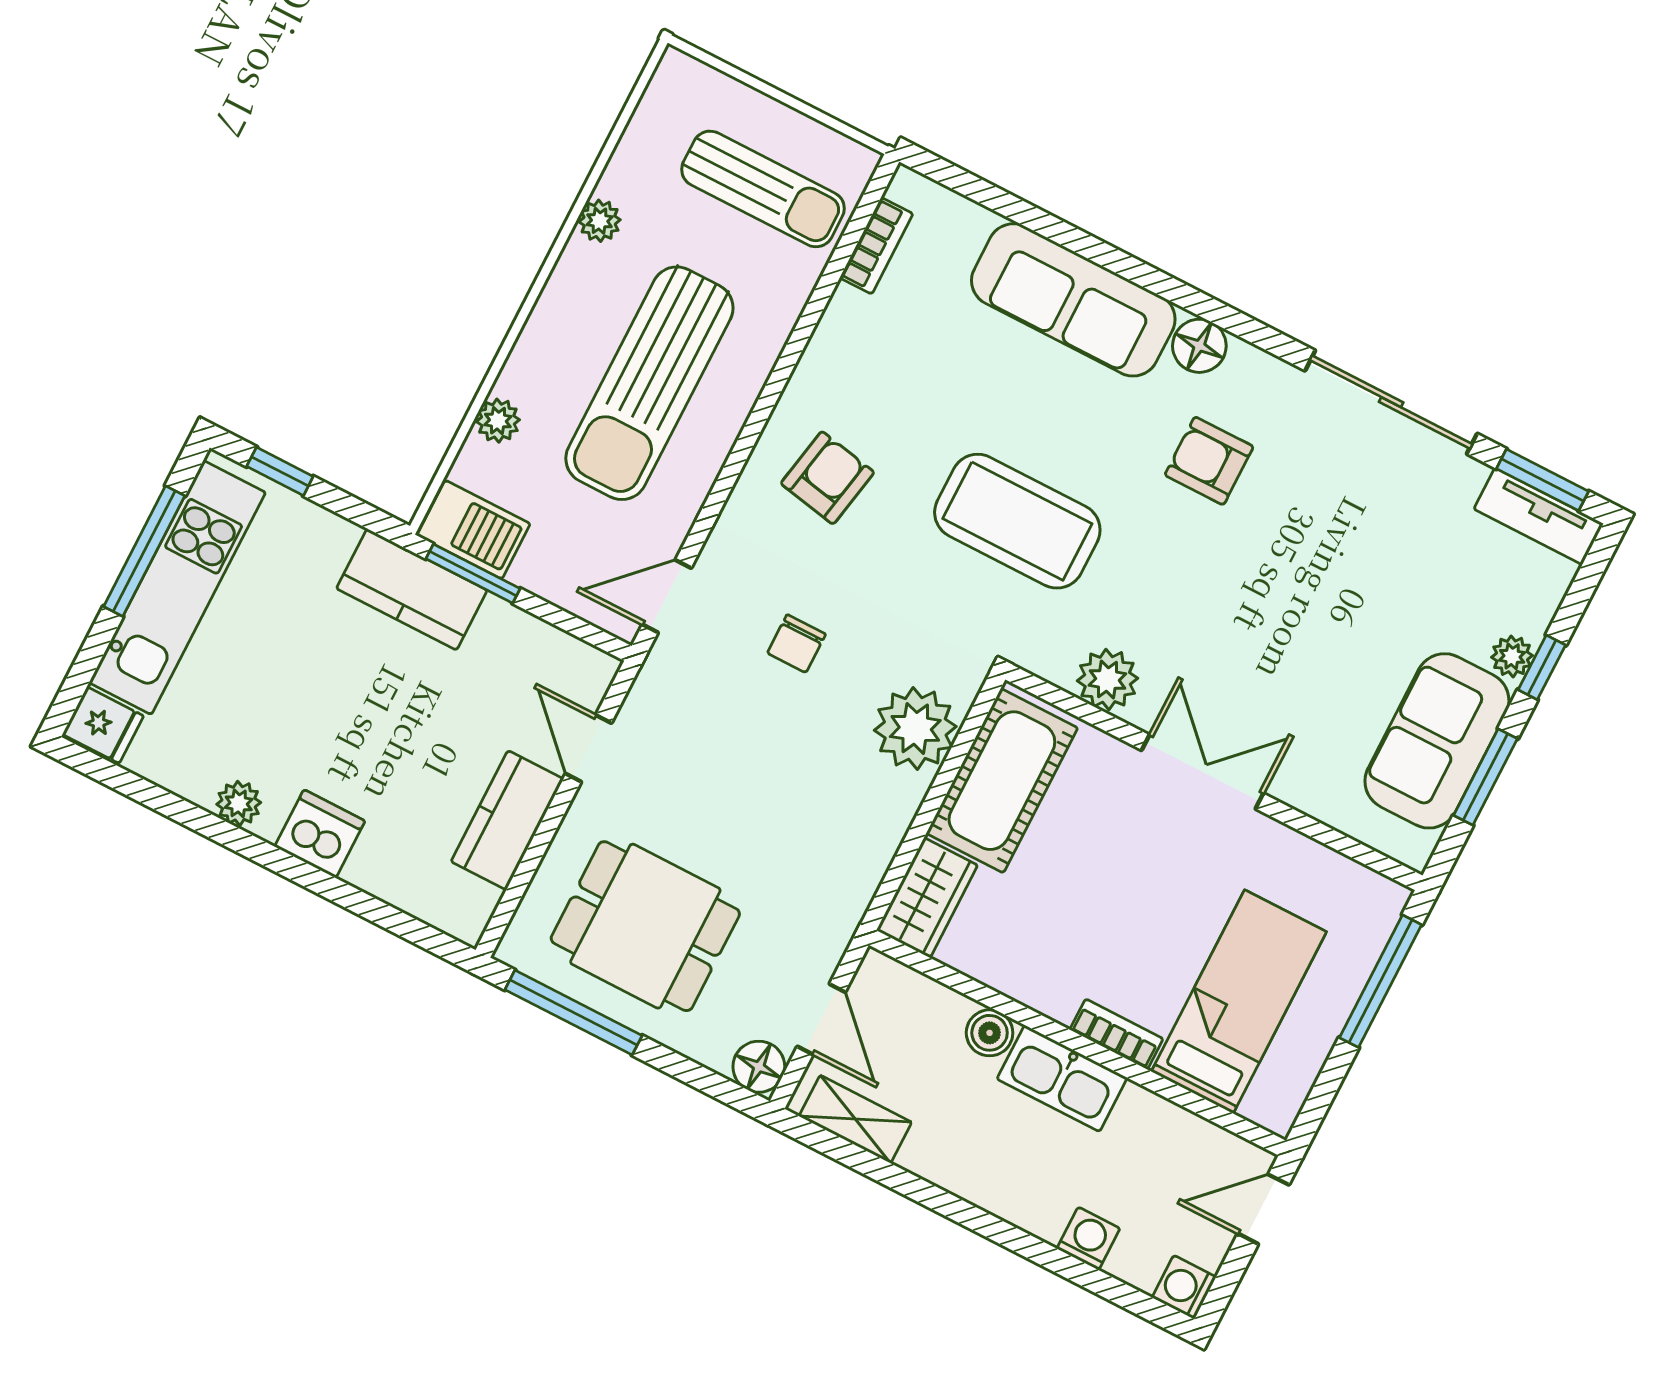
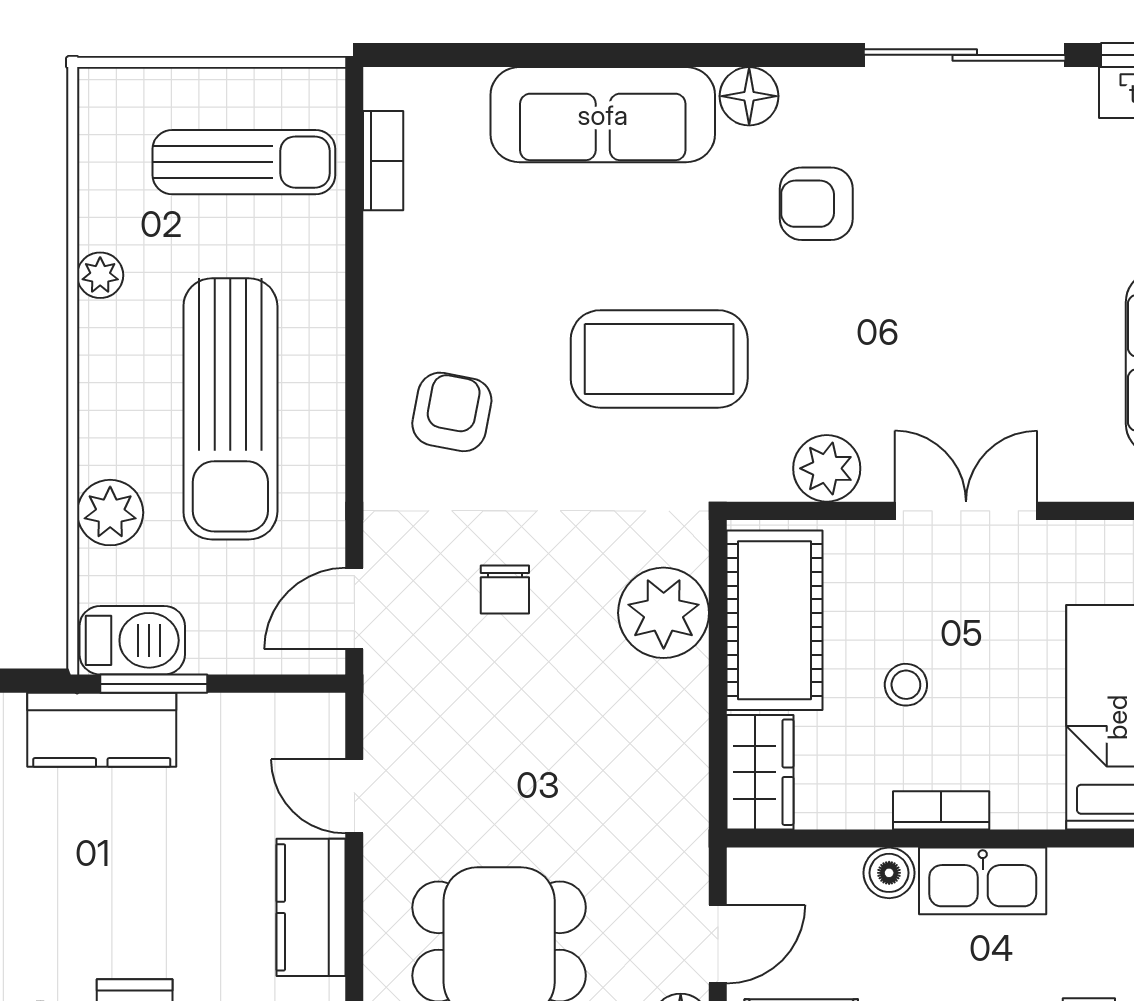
plant: (498, 421) -> (110, 513), width x1.38, depth x1.38
stool: (1082, 888) -> (906, 685), added
door: (821, 1019) -> (718, 944), hinge flipped
bookcase: (1116, 1034) -> (941, 810), moved

